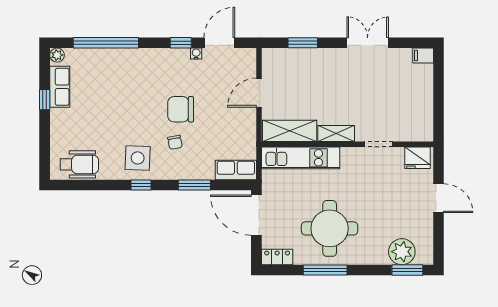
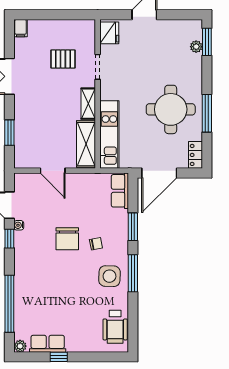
pallet: (388, 104) -> (63, 59), added
wheelchair: (79, 164) -> (115, 327), turned 180
window: (141, 185) -> (133, 273), width x2.17
plant: (402, 252) -> (196, 47), width x0.53, depth x0.53

